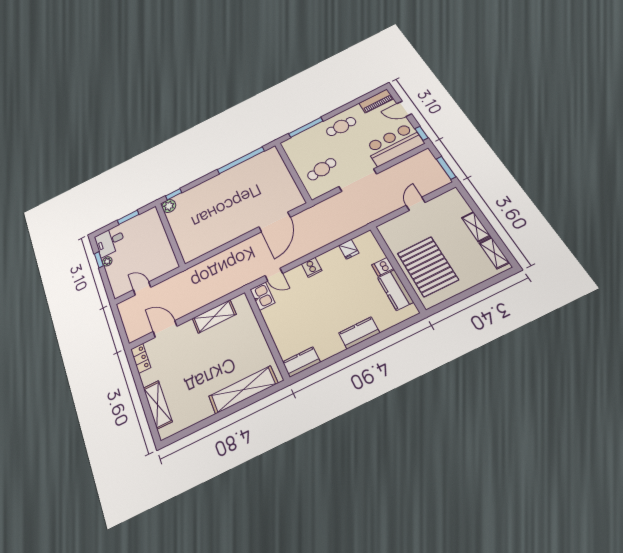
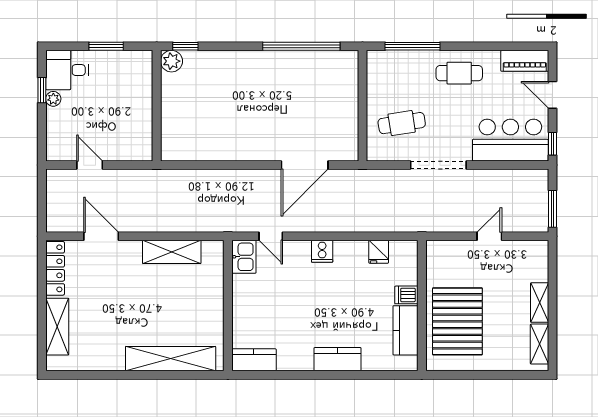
locker: (141, 358) -> (55, 268), width x1.53

